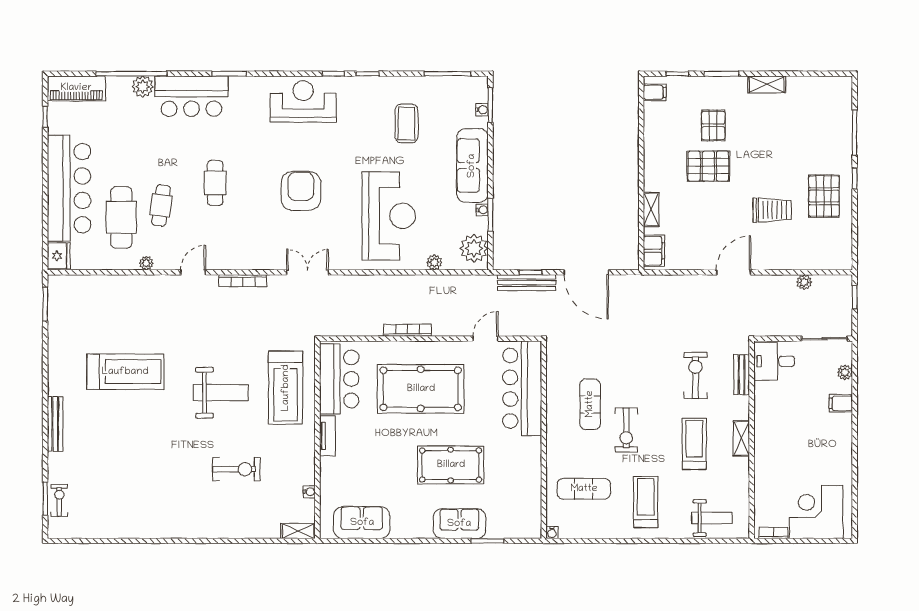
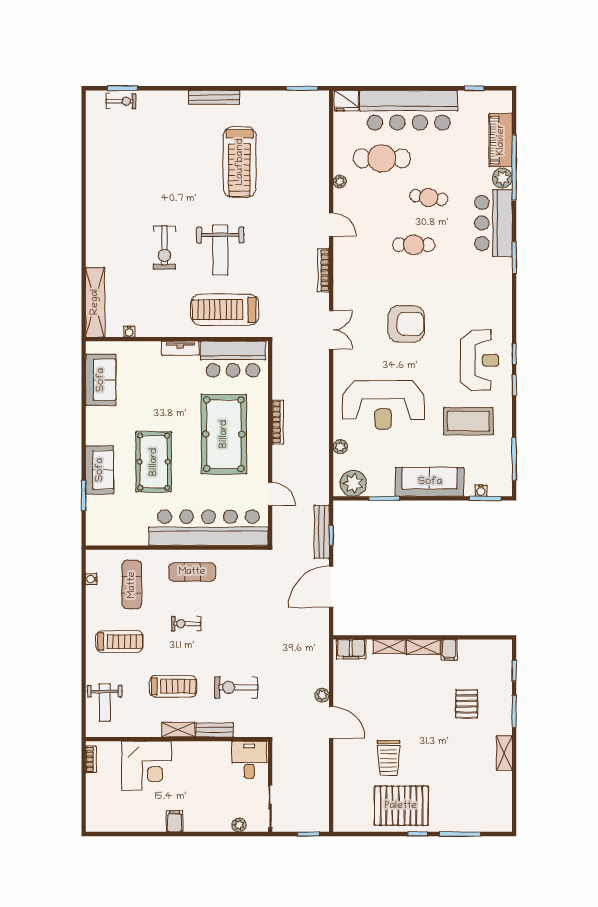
piano: (76, 88) -> (501, 140), moved
filing cabinet: (655, 92) -> (449, 650), moved
reception desk: (303, 101) -> (479, 360), moved
coffee table: (406, 123) -> (468, 421), width x1.36, depth x1.32
pallet: (713, 125) -> (467, 704), turned 90
pallet: (708, 166) -> (429, 699), removed
shelving: (652, 172) -> (423, 647), added
pallet: (824, 196) -> (401, 806), width x1.37, depth x1.41
cafe table: (161, 205) -> (429, 197), moved
water cooler: (482, 210) -> (389, 491), removed
plant: (804, 282) -> (322, 695), moved
exercise bike: (696, 375) -> (236, 687), turned 180
bench: (742, 375) -> (215, 730), moved
bar counter: (522, 388) -> (208, 528), width x1.36
filing cabinet: (841, 403) -> (175, 821), moved
exercise mat: (590, 404) -> (192, 572), moved
bench: (55, 424) -> (214, 97), moved
exercise bike: (626, 430) -> (186, 624), width x0.73, depth x0.72
exercise bike: (236, 469) -> (164, 247), moved
corner desk: (816, 512) -> (147, 766), moved, turned 90
shelving: (298, 531) -> (95, 302), width x2.20, depth x1.33
water cooler: (552, 533) -> (91, 579), moved

